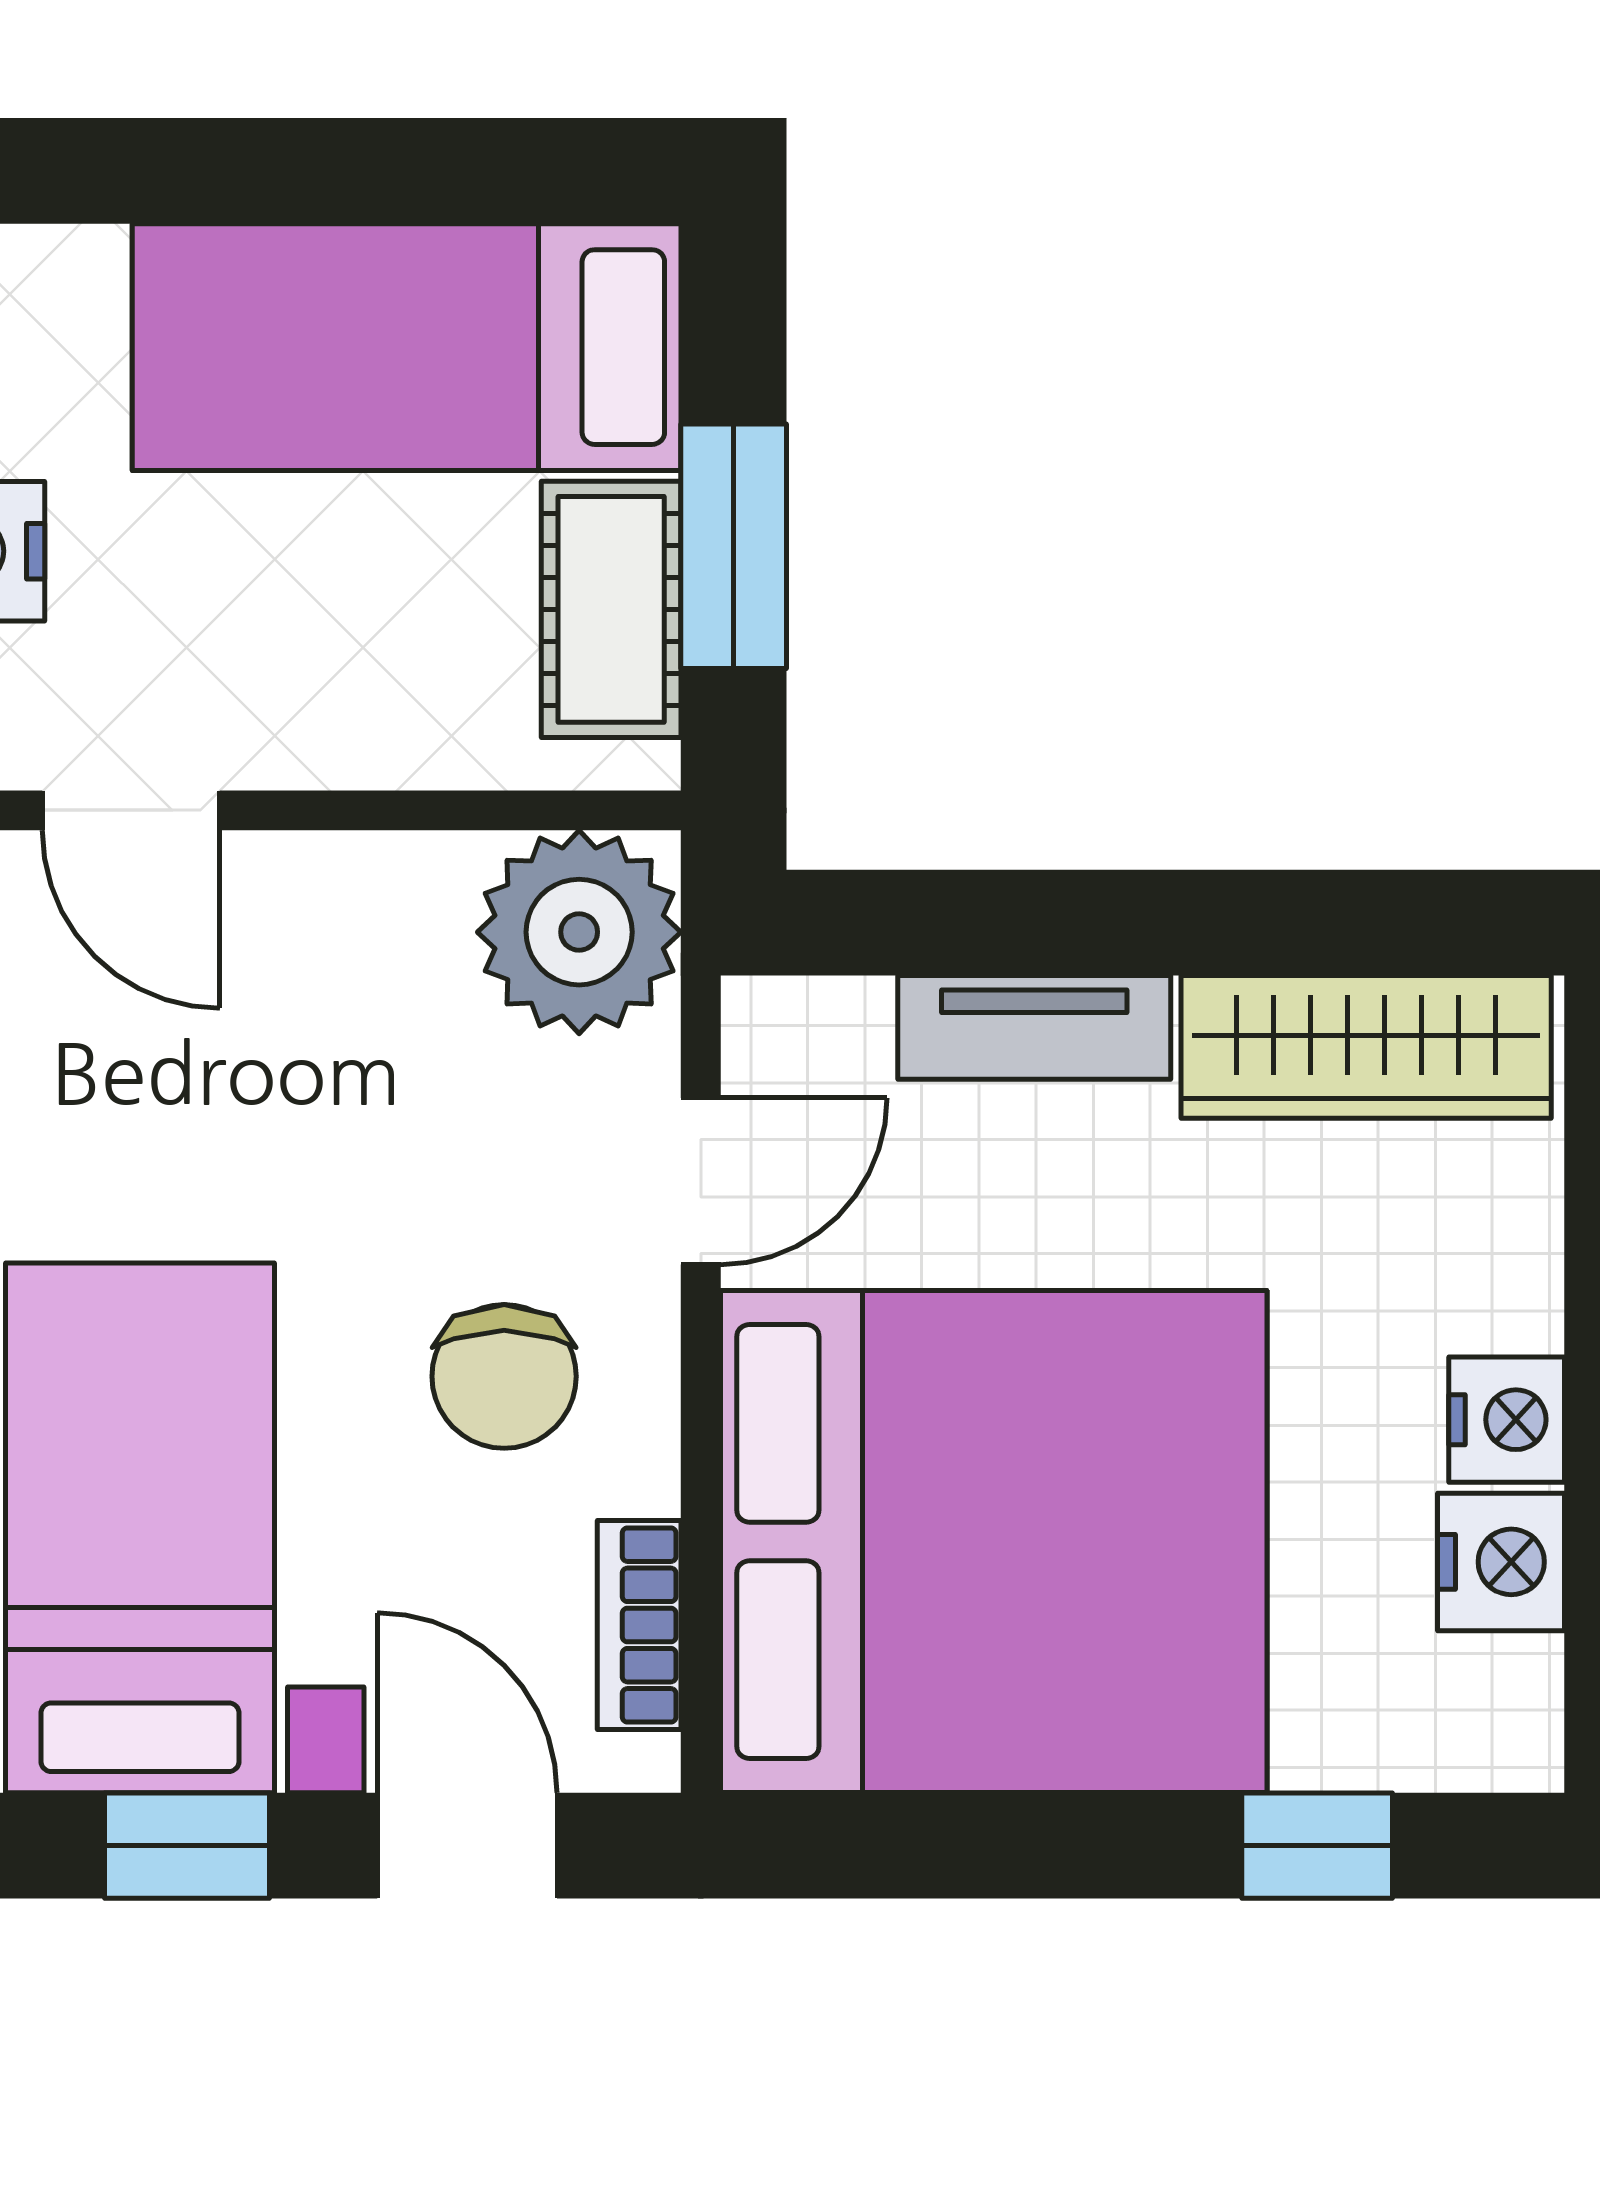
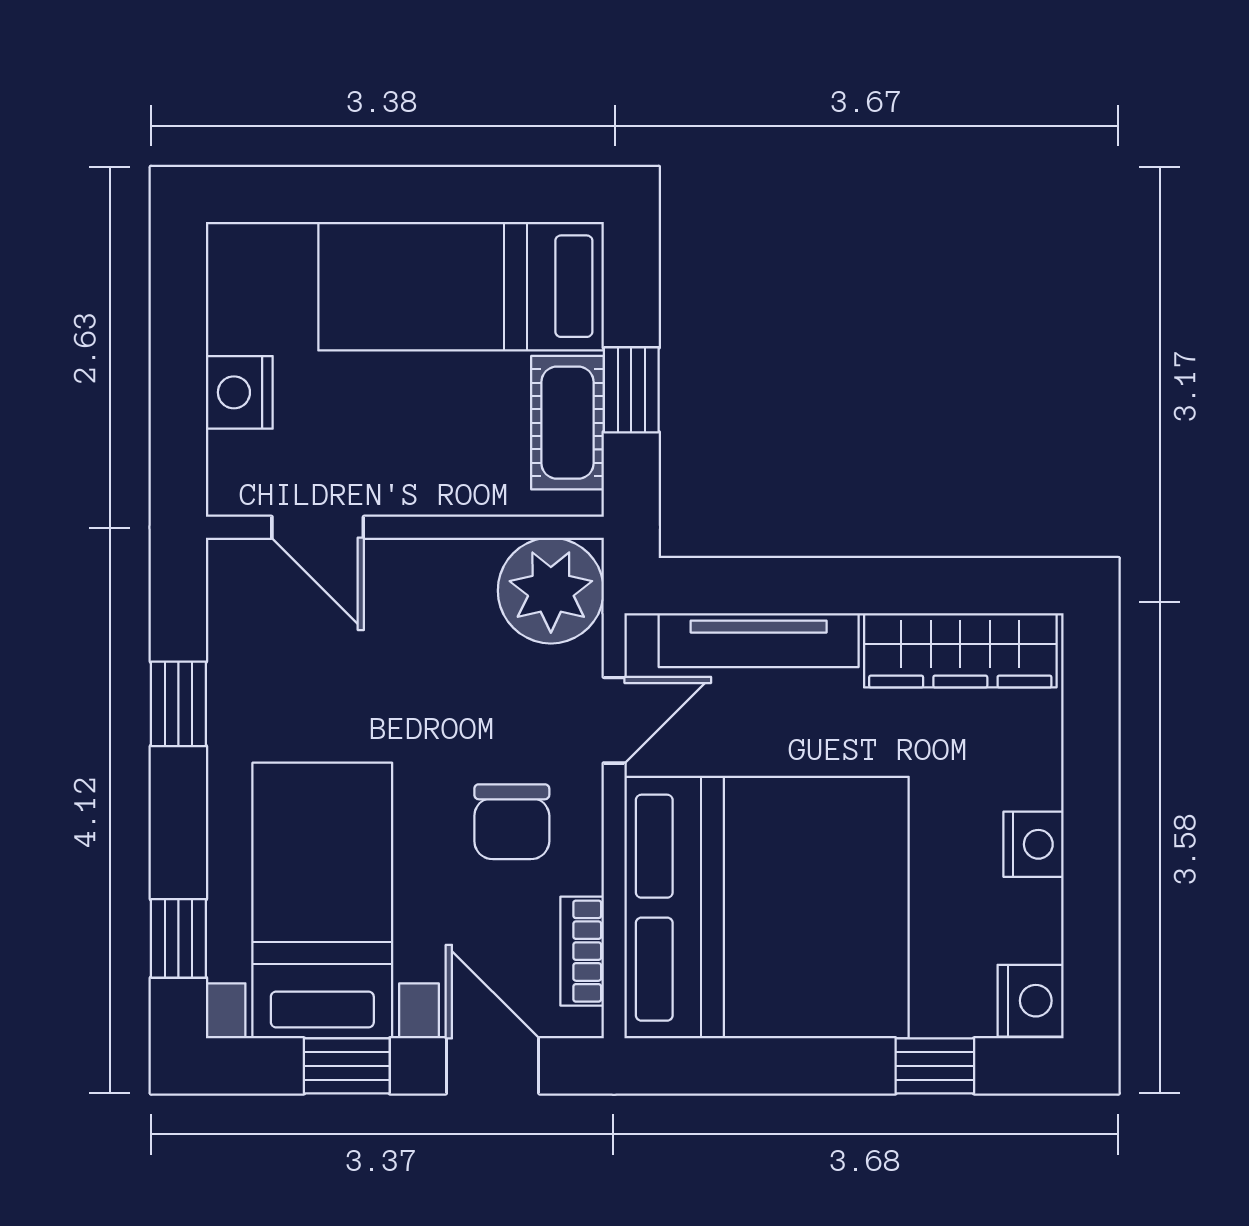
window: (734, 546) -> (631, 390), width x0.67
tv unit: (1034, 1027) -> (759, 640), width x1.41
nightstand: (1501, 1562) -> (1031, 1001), moved

